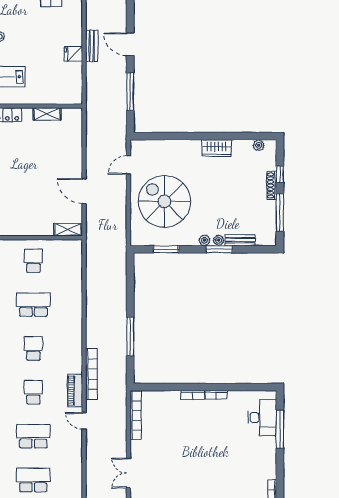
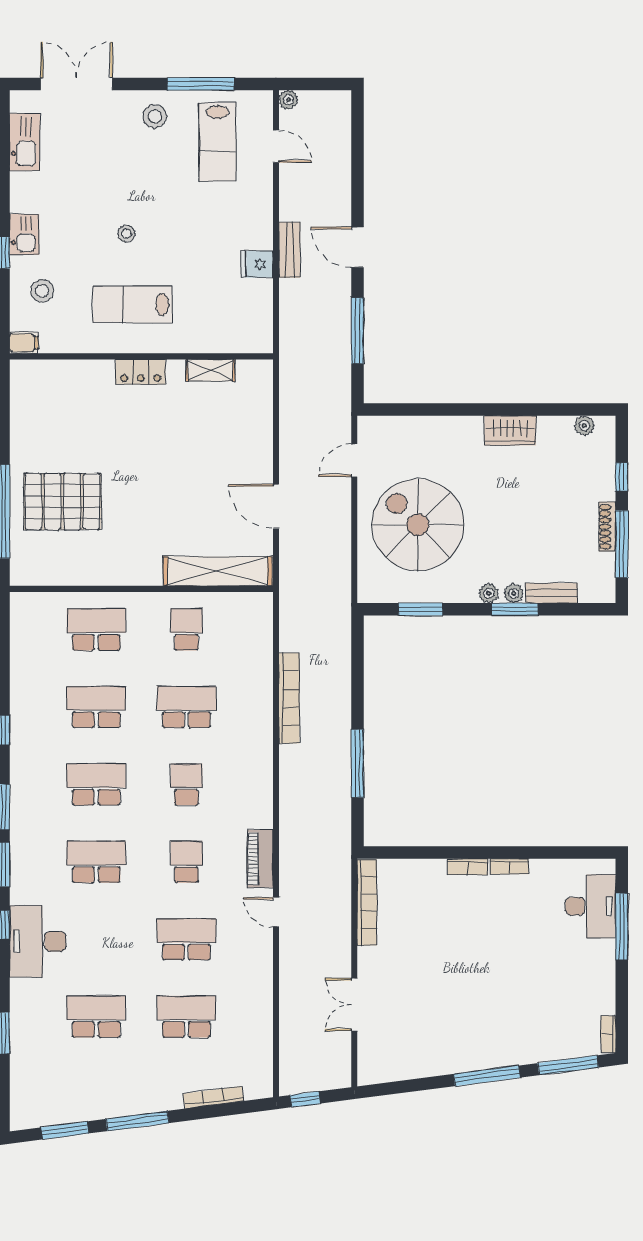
shoe rack: (272, 186) -> (607, 527), moved
shelving: (68, 230) -> (218, 571), width x2.20, depth x1.33
bookcase: (92, 374) -> (289, 698), moved

